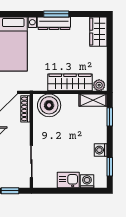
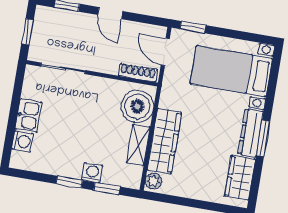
wardrobe: (98, 32) -> (240, 178), moved, turned -90
shelving: (93, 100) -> (138, 145), moved
washing machine: (101, 150) -> (92, 173), moved
window: (110, 167) -> (69, 182), moved

